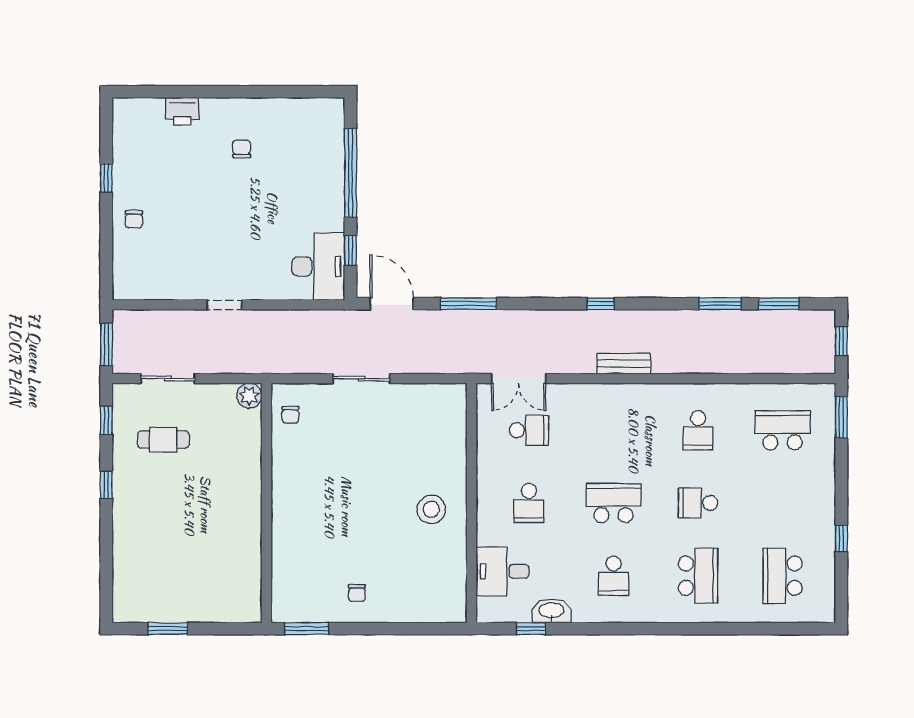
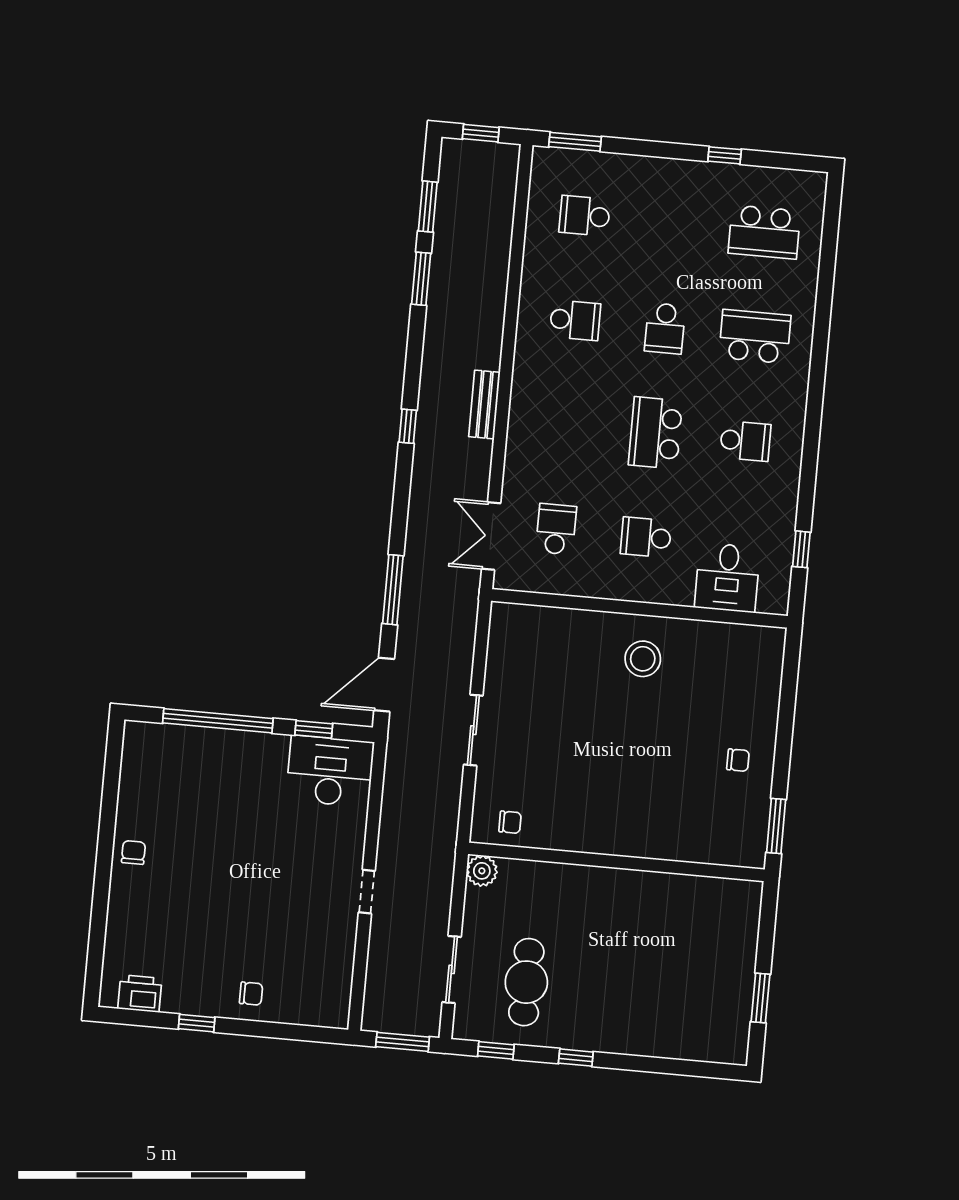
printer: (182, 111) -> (140, 994), moved, turned -90
chair: (242, 149) -> (133, 852), moved, turned 90
double door: (519, 379) -> (491, 536), swing flipped
school desk: (783, 430) -> (585, 216), width x0.54
cafe table: (163, 440) -> (526, 982), width x1.37, depth x1.35
school desk: (529, 503) -> (646, 537), turned 180
washbasin: (551, 611) -> (782, 522), removed

